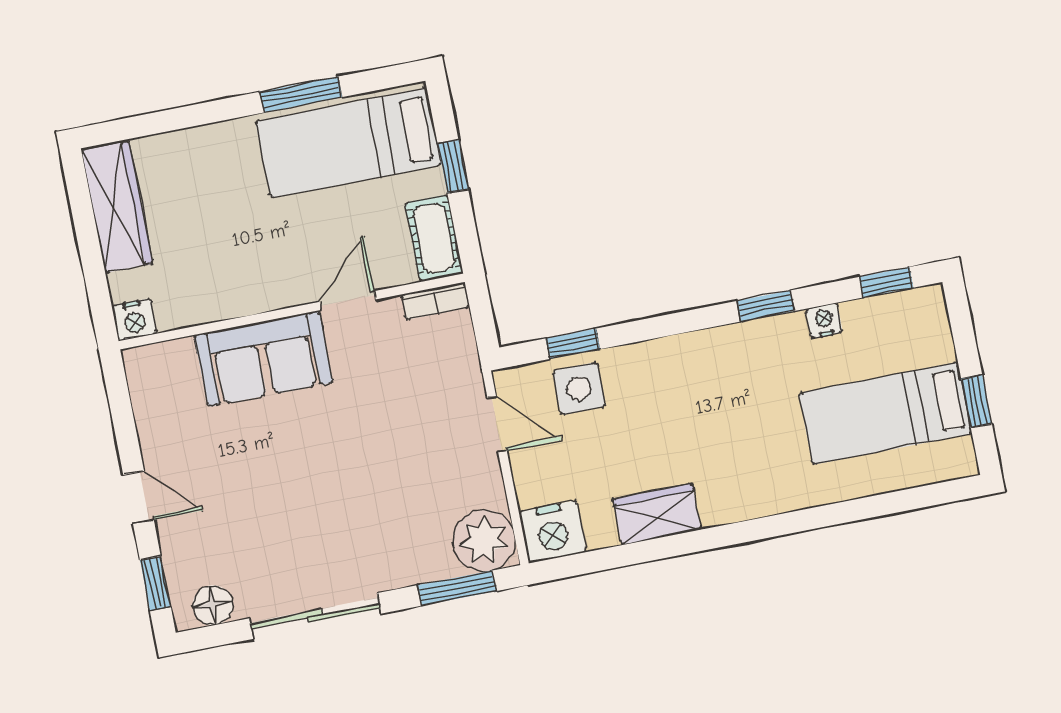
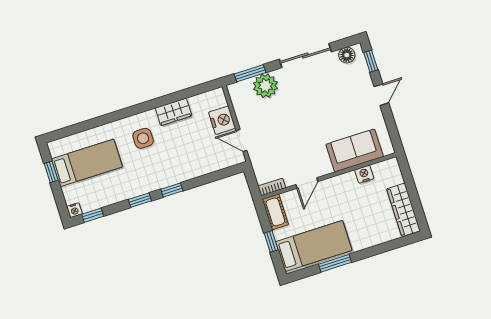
nightstand: (134, 320) -> (364, 174), moved
nightstand: (824, 321) -> (74, 210), moved
window: (573, 344) -> (172, 190), moved
sofa: (263, 359) -> (355, 151), moved
side table: (579, 389) -> (143, 138), moved
door: (138, 497) -> (381, 95), swing flipped
nightstand: (553, 532) -> (222, 120), moved, turned 90
plant: (484, 541) -> (265, 86), moved

